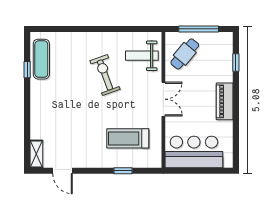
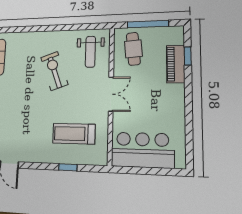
cafe table: (185, 54) -> (133, 49), turned -45
weight bench: (142, 56) -> (90, 52), turned -90
piano: (225, 101) -> (176, 64), moved

